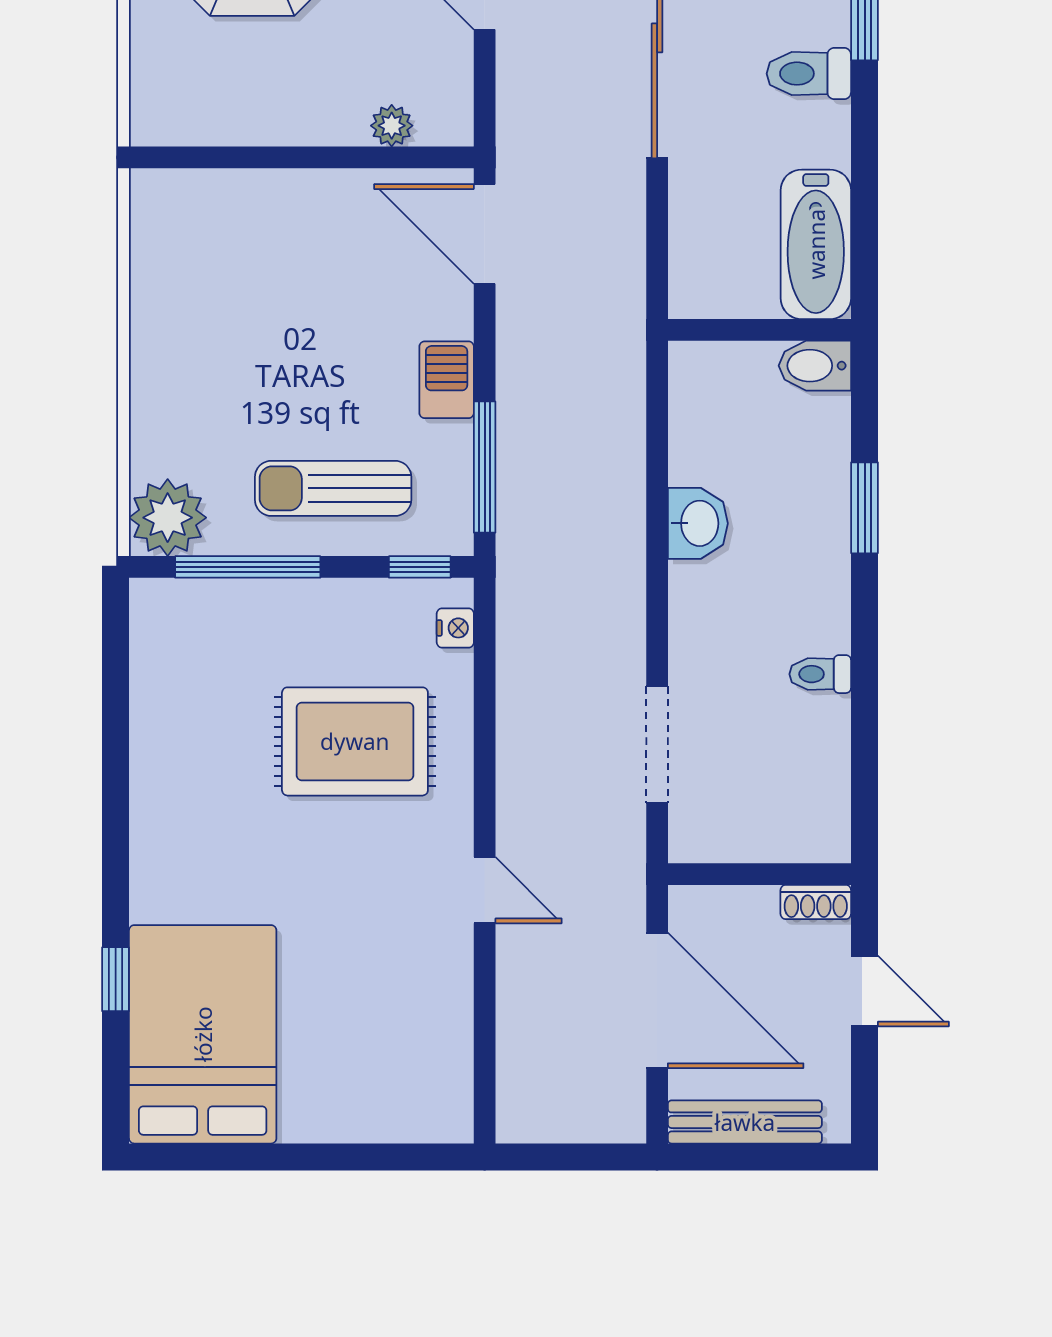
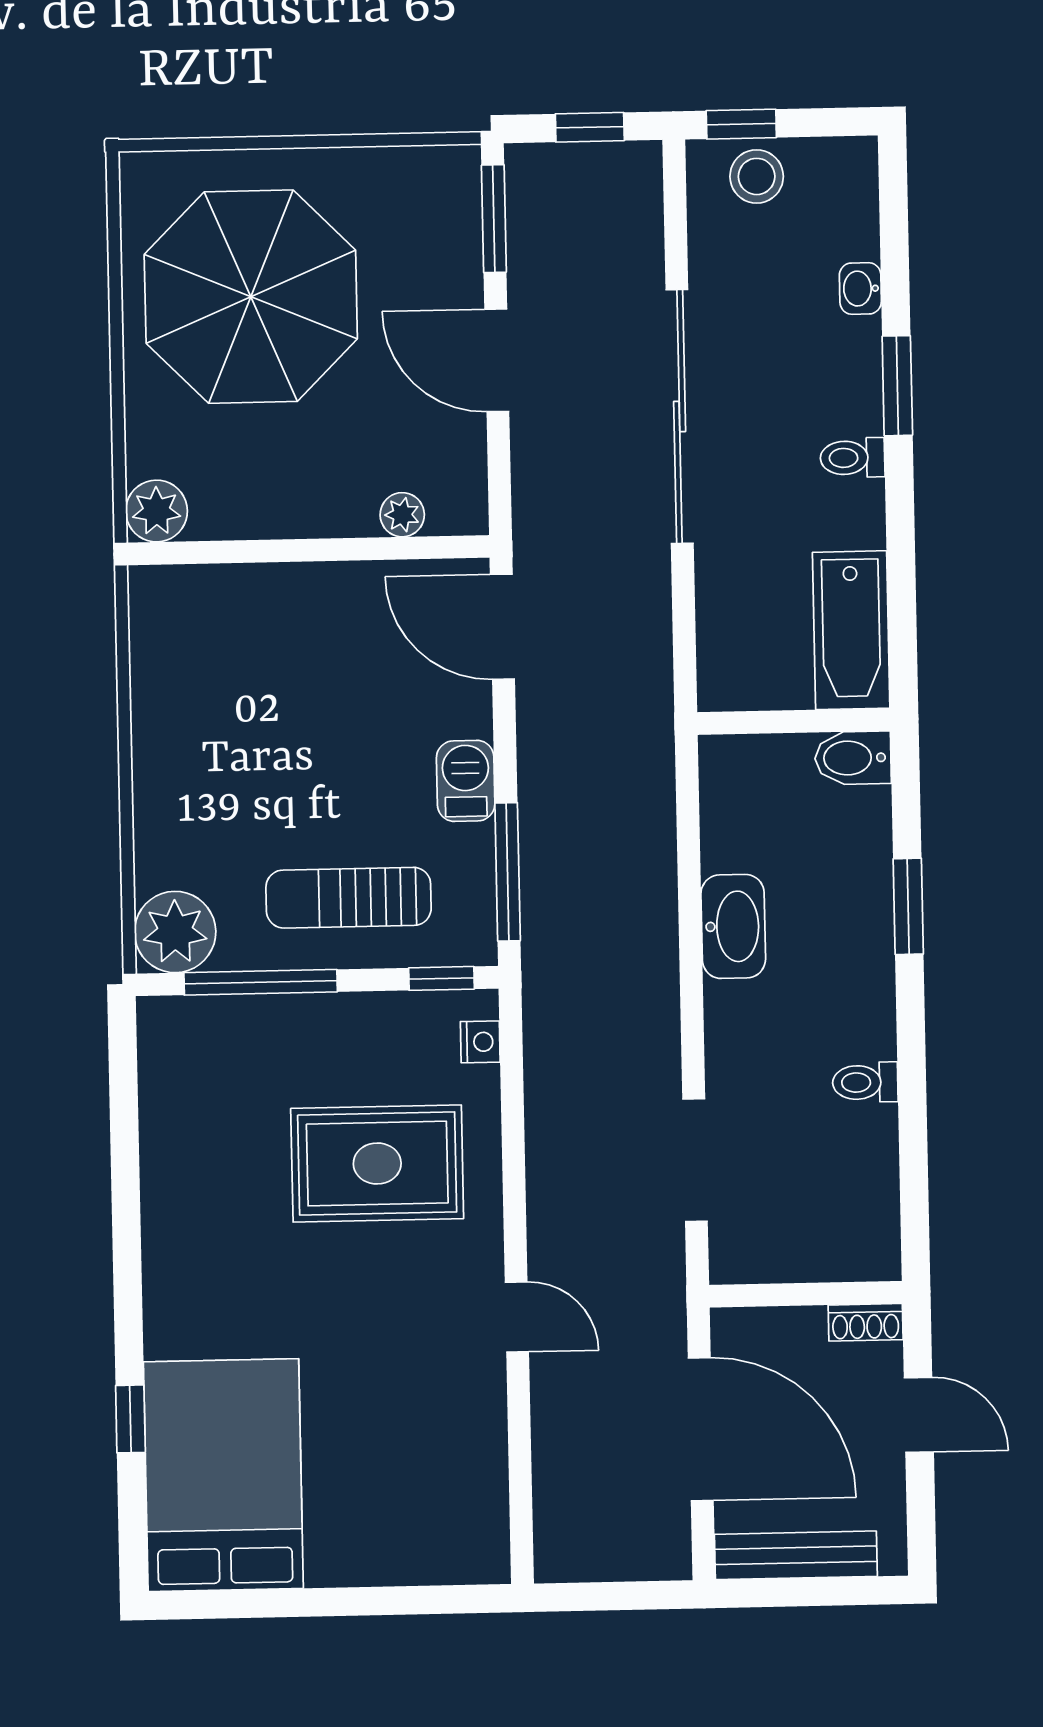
toilet: (809, 74) -> (853, 458), width x0.73, depth x0.72
plant: (158, 117) -> (156, 511), added
washbasin: (698, 523) -> (733, 926), width x1.38

